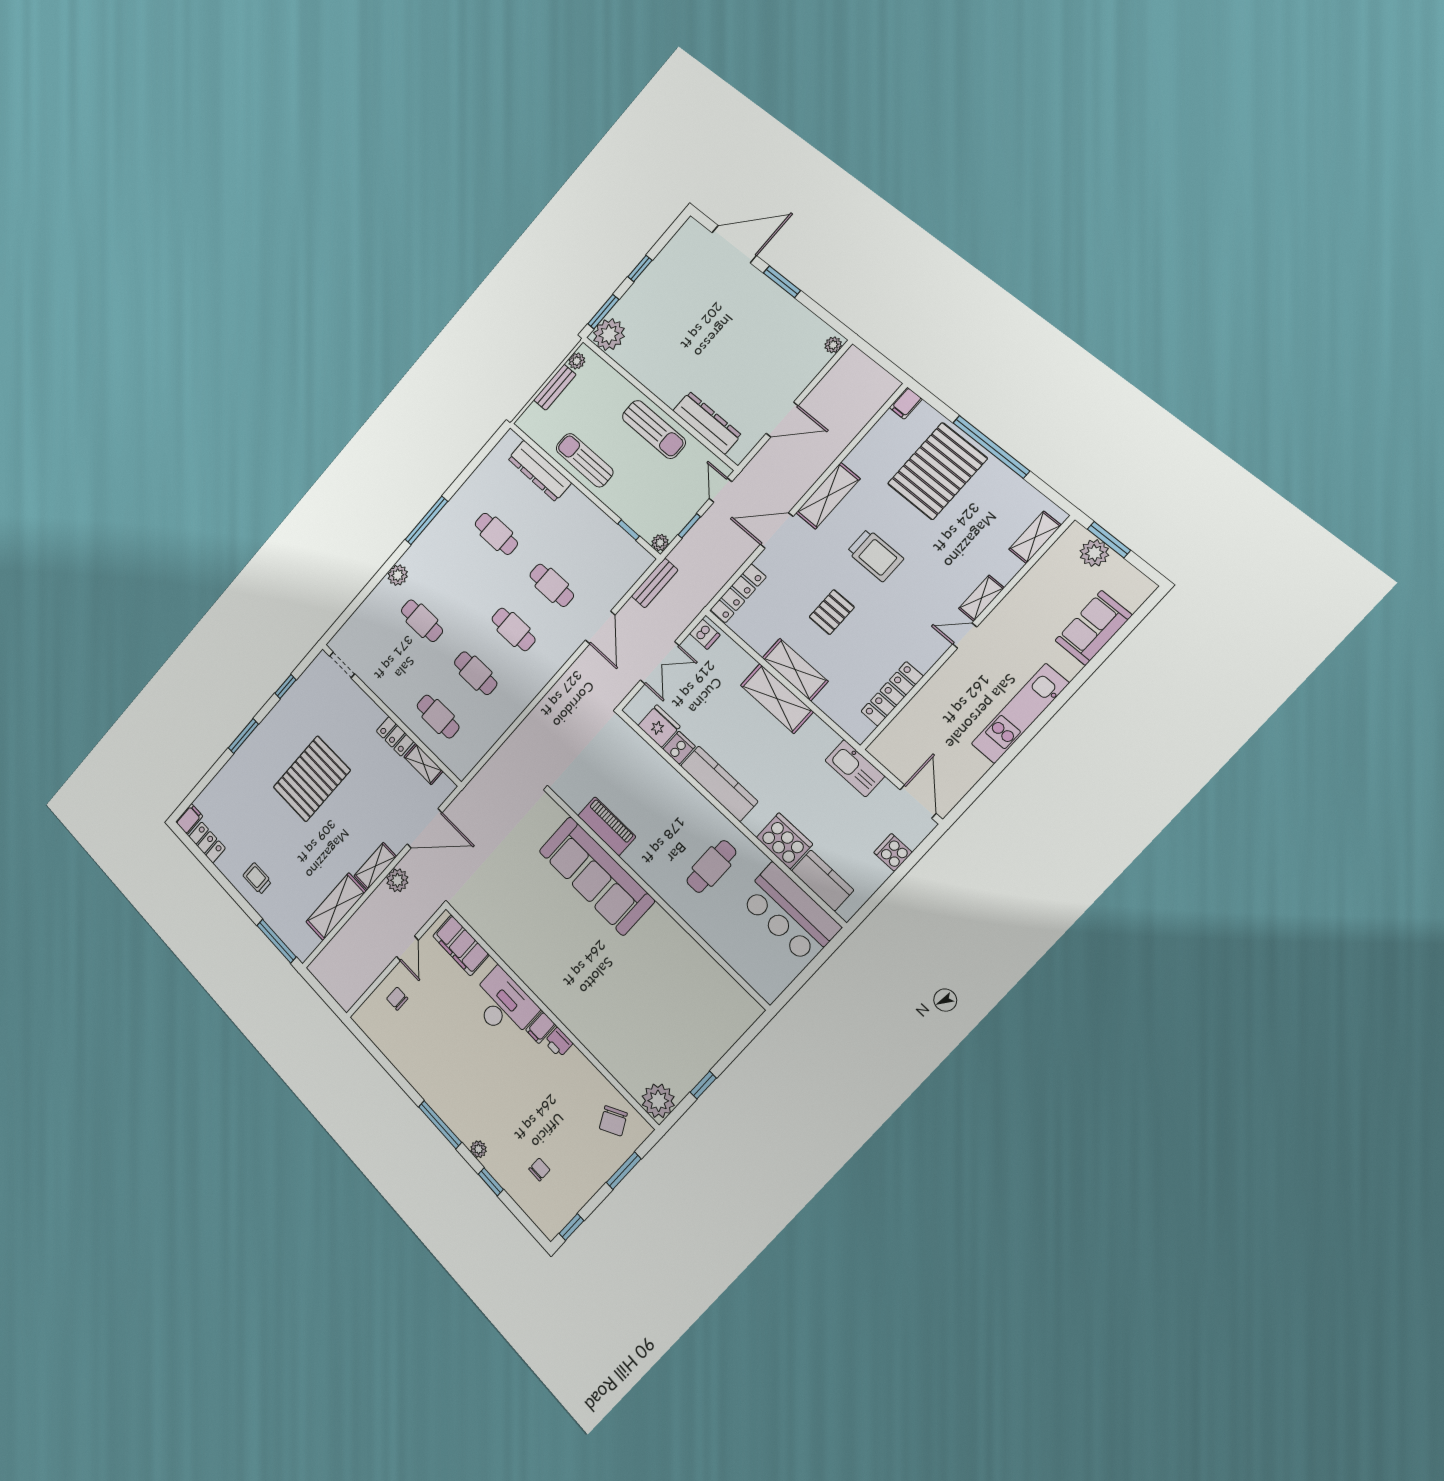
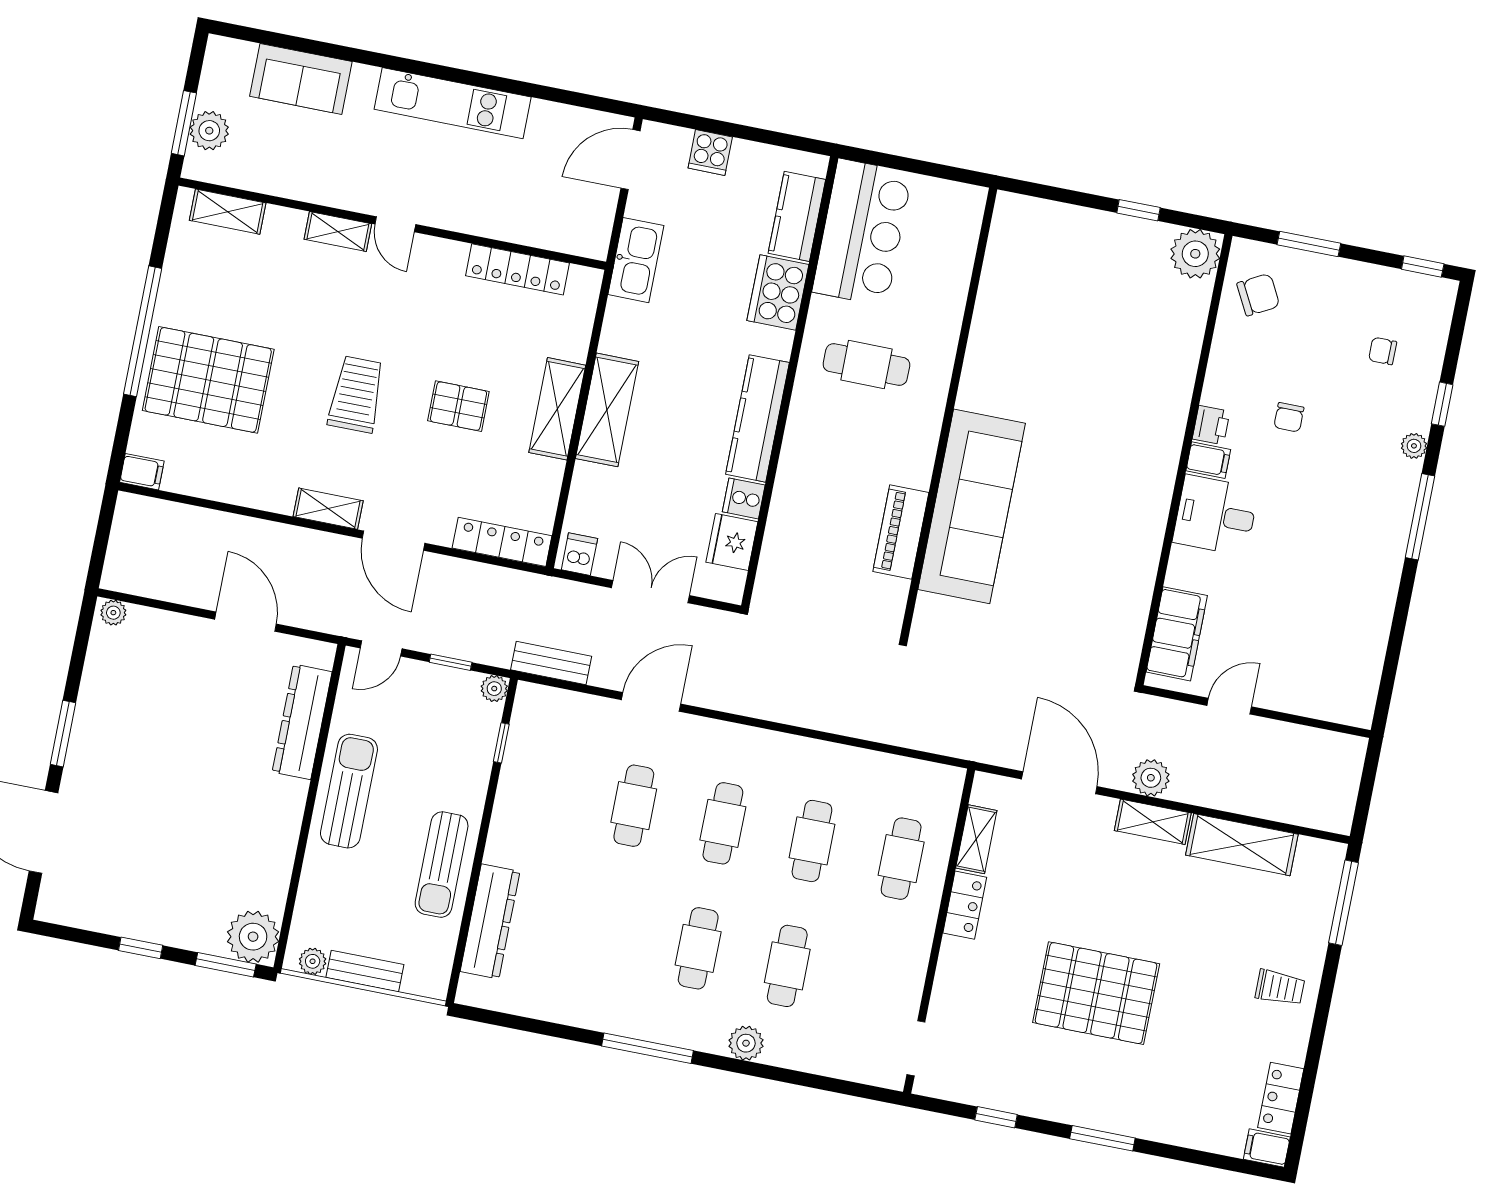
shelving: (828, 496) -> (328, 509), width x0.67, depth x0.75
cafe table: (496, 534) -> (698, 948), moved
trolley: (257, 878) -> (1280, 988), turned -90
chair: (397, 999) -> (1289, 417), moved
desk: (503, 1005) -> (1216, 515), width x0.73

